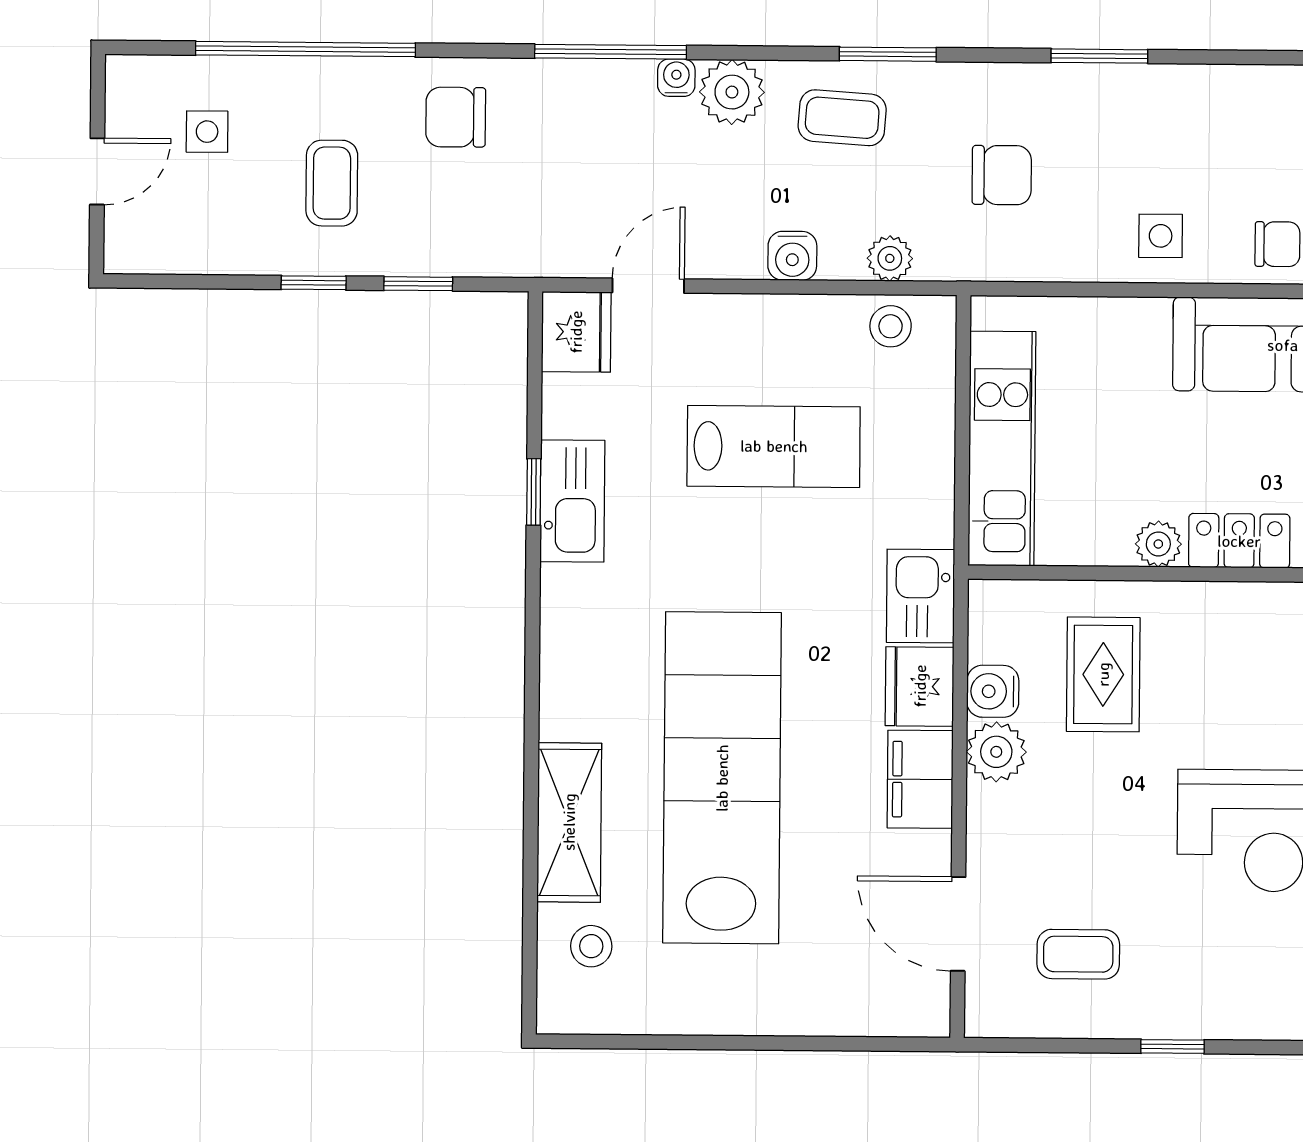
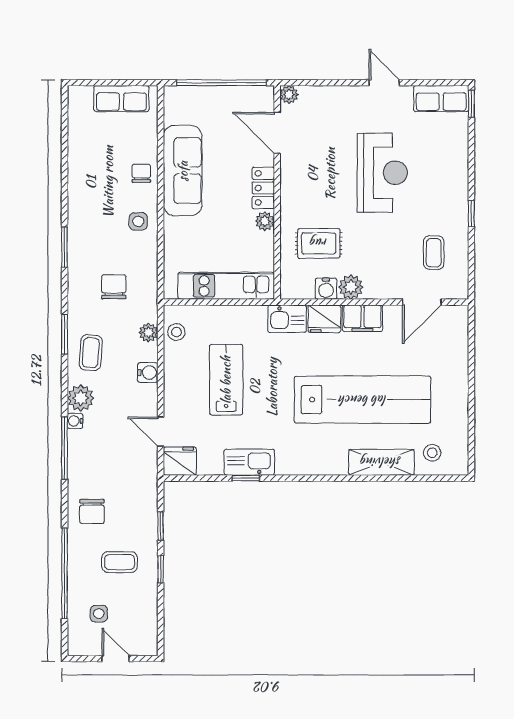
lab bench: (722, 778) -> (363, 400), turned 180

